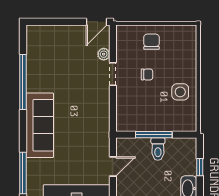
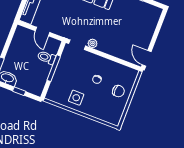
plant: (104, 54) -> (93, 43), moved
doorway: (113, 74) -> (77, 45), moved
toilet: (158, 149) -> (46, 57), moved

